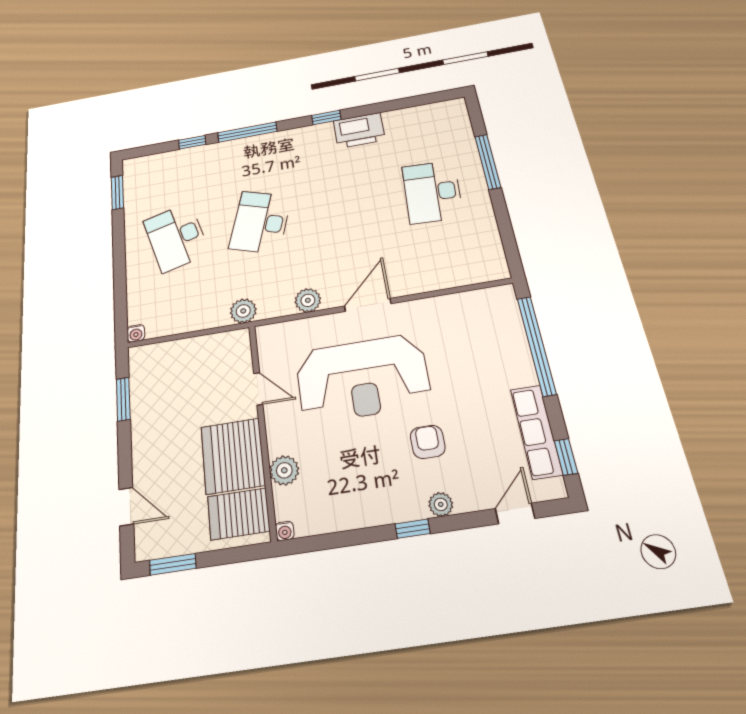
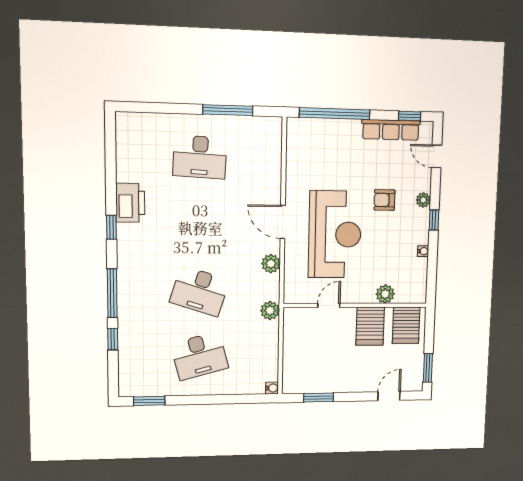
window: (488, 162) -> (228, 110), moved
server rack: (233, 456) -> (370, 326), width x0.63
water cooler: (285, 531) -> (423, 251), moved

